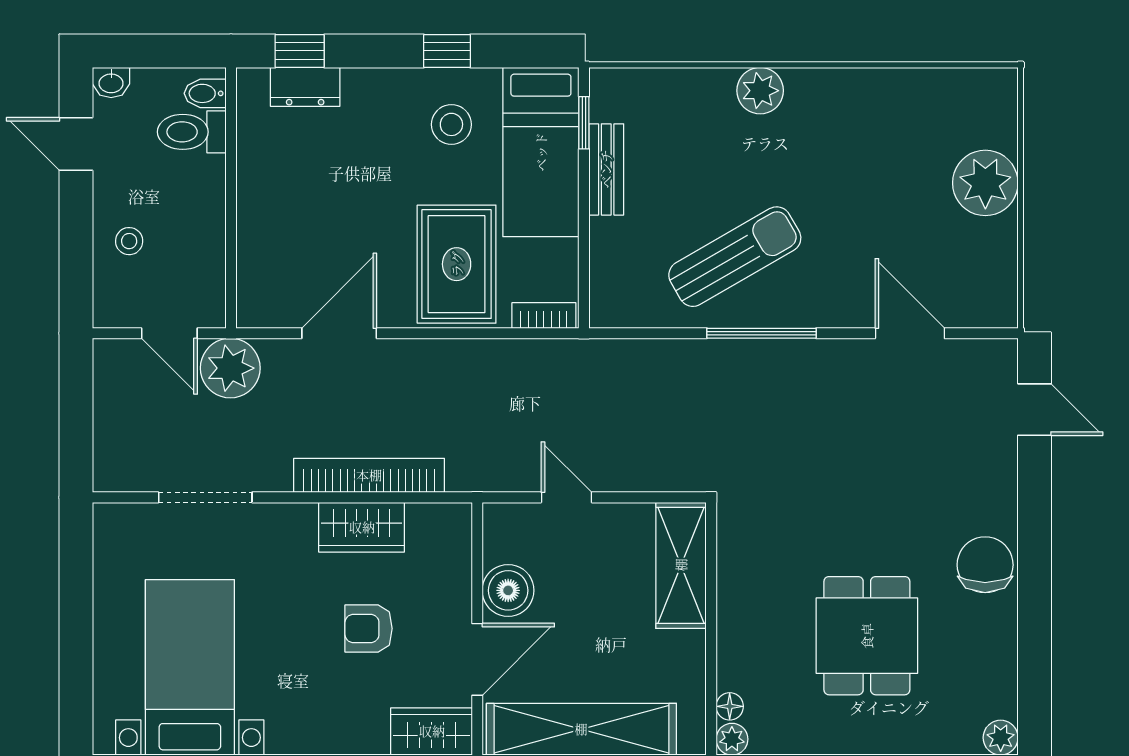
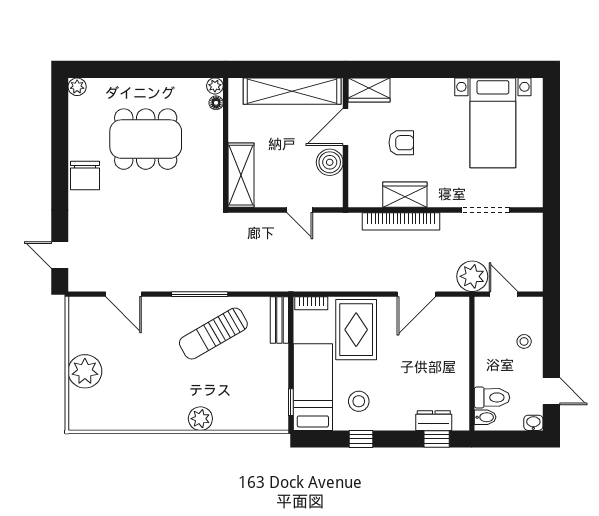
bench: (606, 169) -> (279, 320), moved
dining table: (867, 636) -> (146, 139), width x1.38

